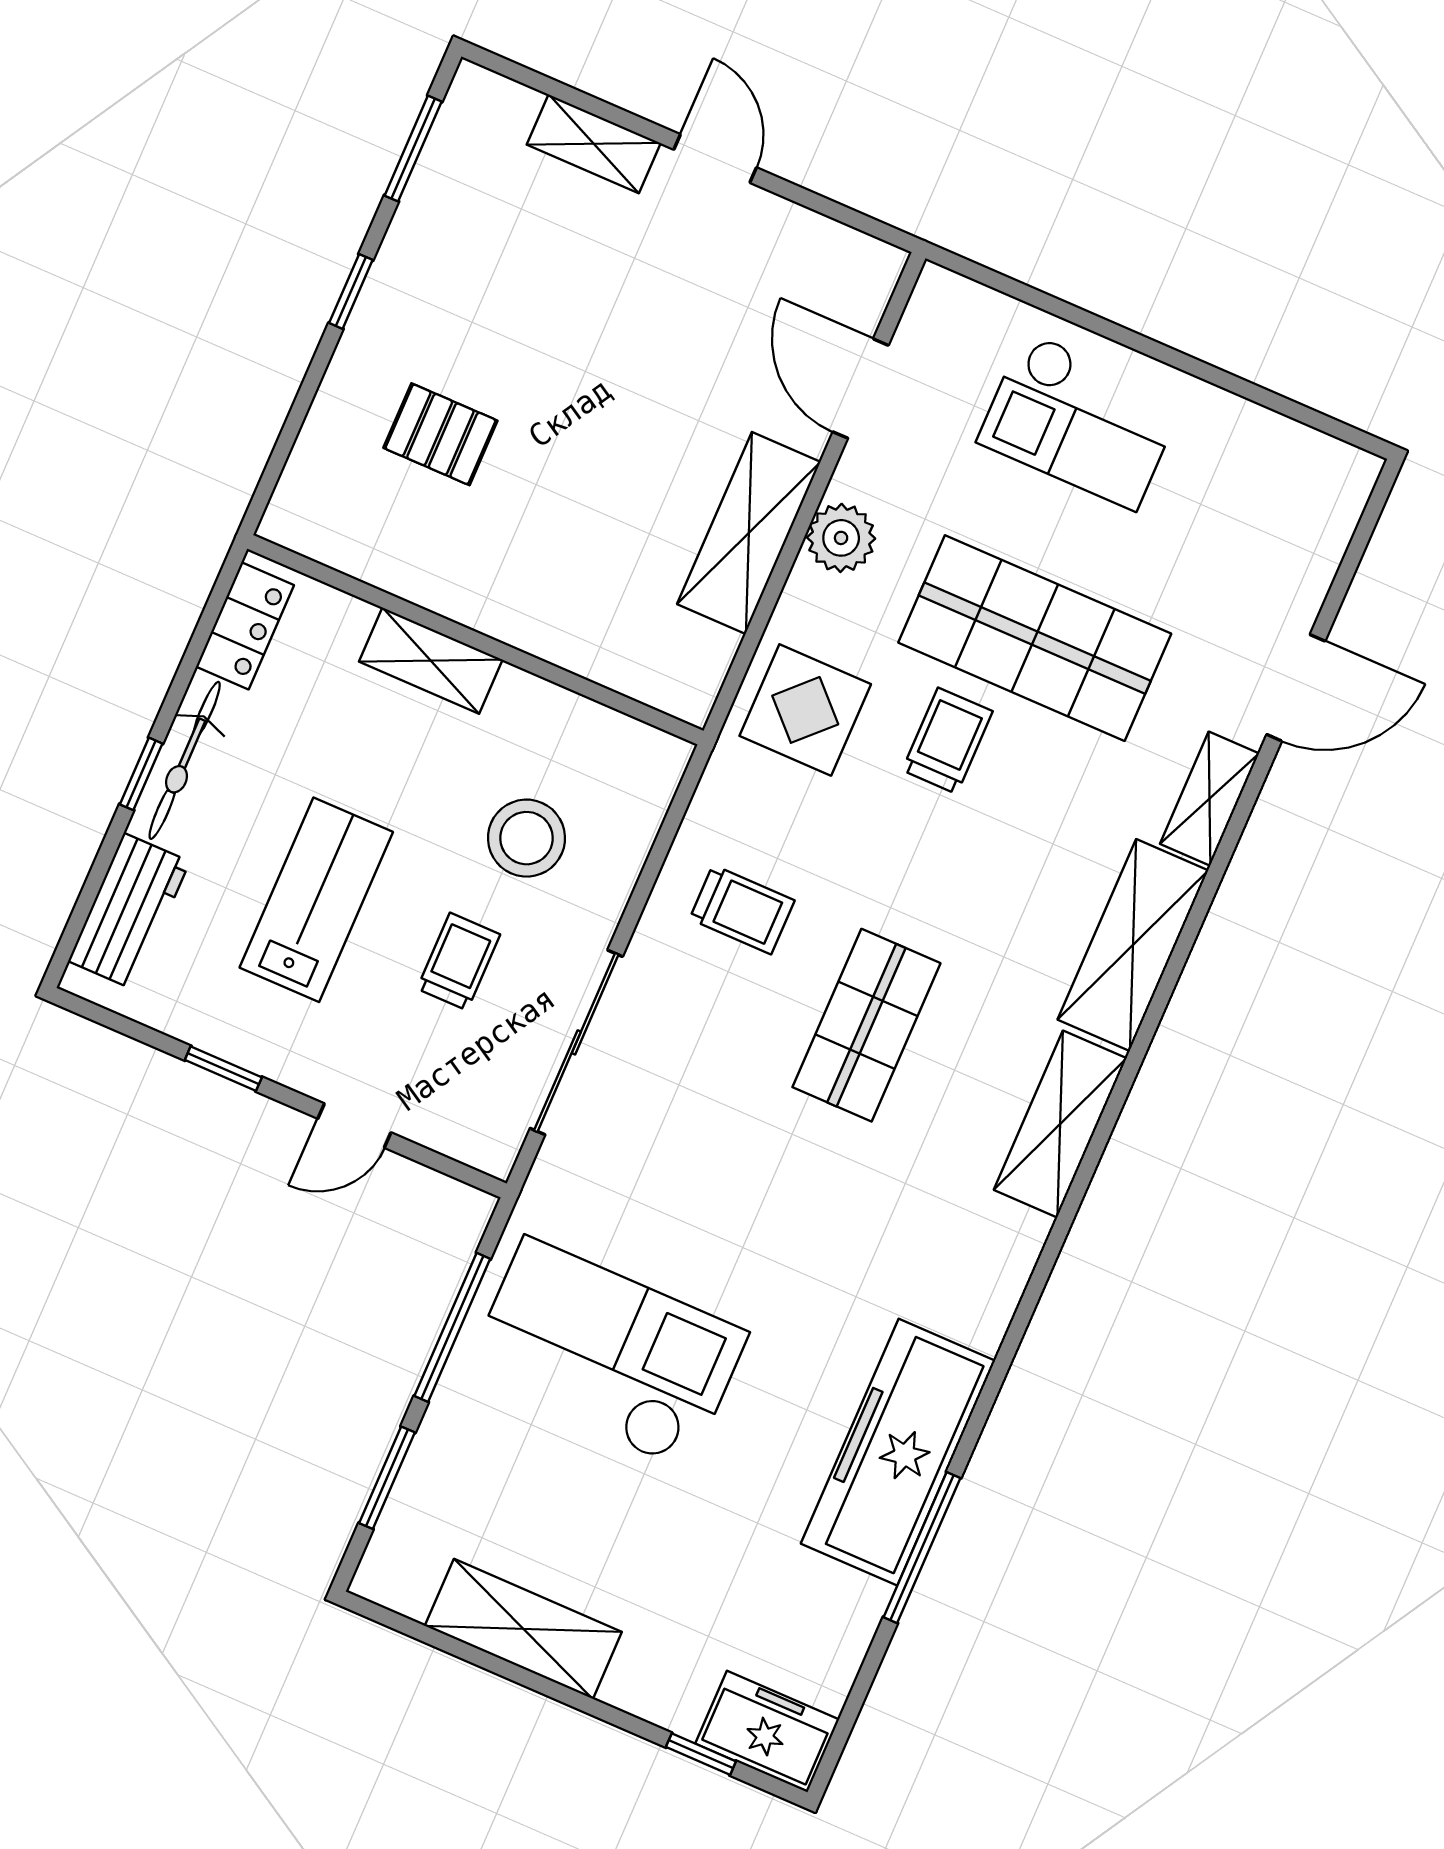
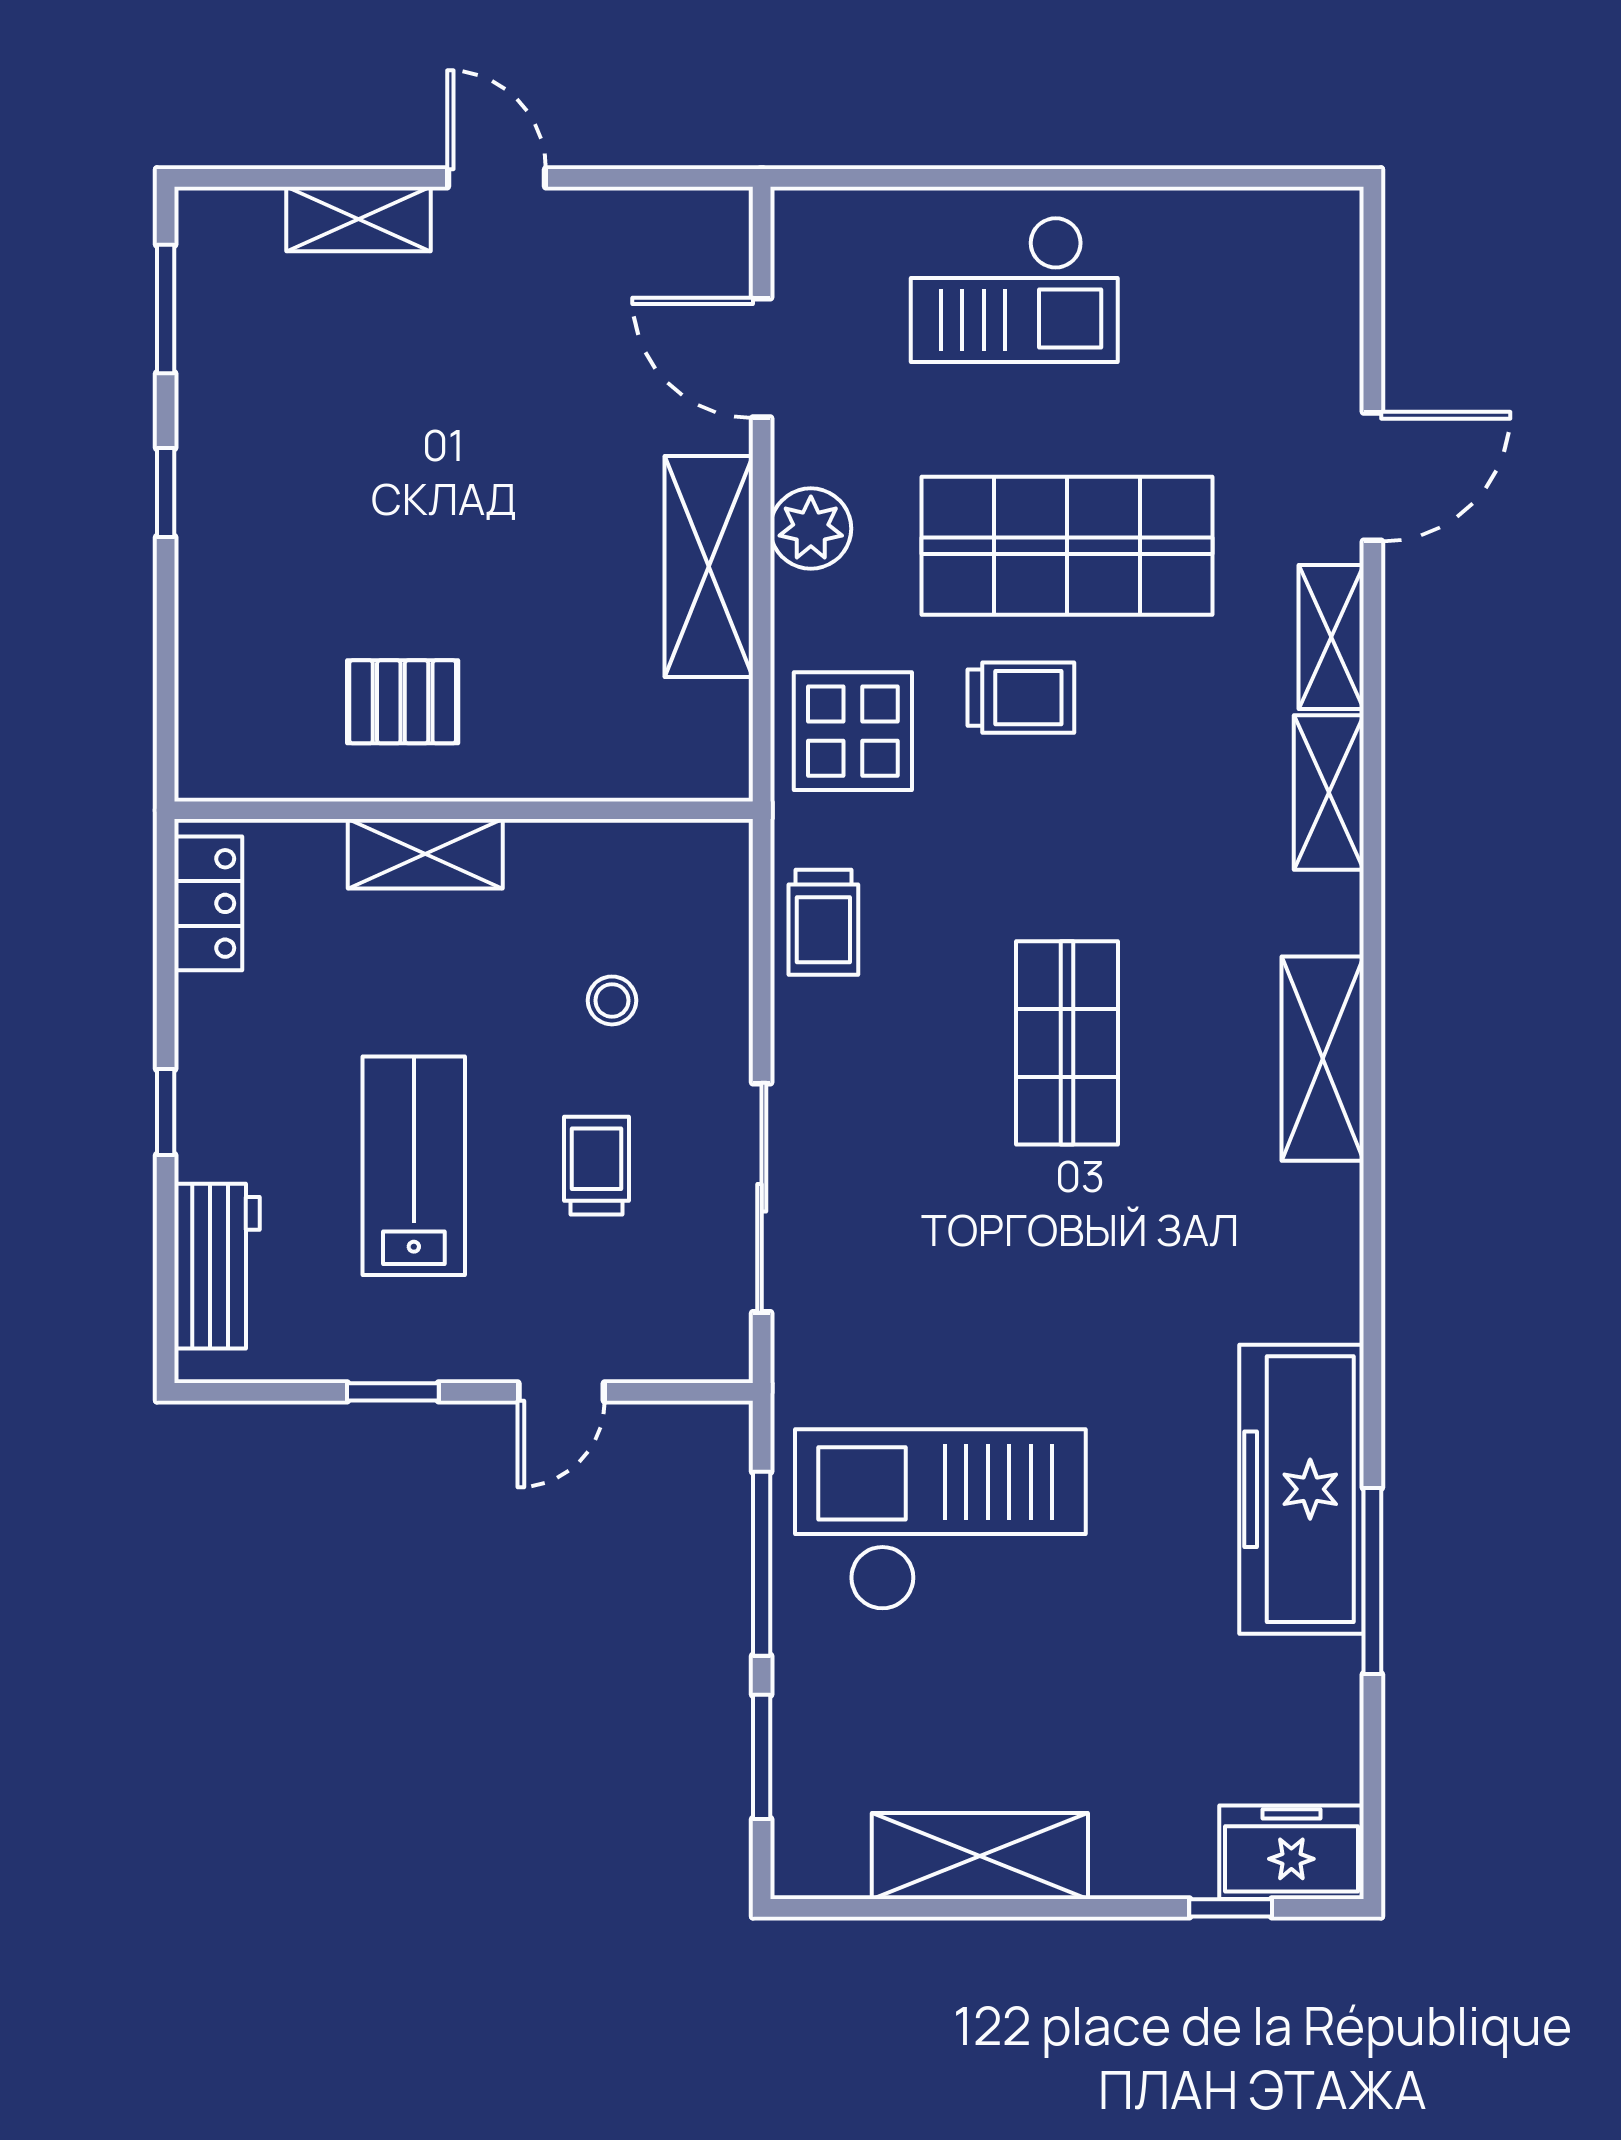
pallet: (440, 434) -> (403, 702), moved
trolley: (947, 741) -> (1021, 698), turned 90
bicycle: (185, 760) -> (206, 1077), removed
stool: (526, 838) -> (612, 1000), width x0.53, depth x0.53
trolley: (742, 910) -> (823, 922), moved, turned 90
shelving: (1133, 945) -> (1329, 792), width x0.67, depth x0.75

